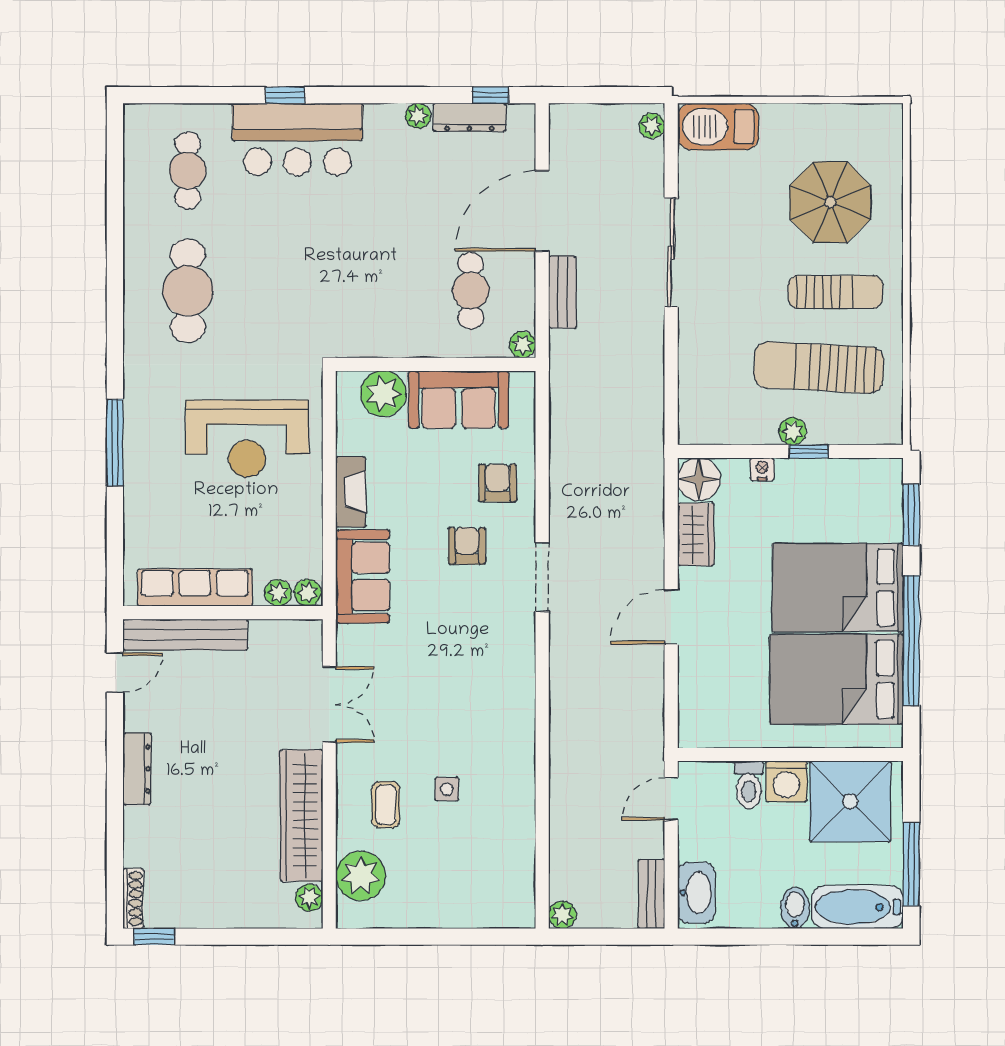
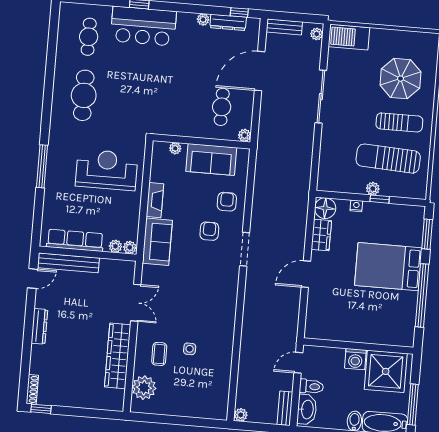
bench: (562, 292) -> (284, 27), moved, turned 90
plant: (383, 394) -> (175, 148), width x0.53, depth x0.53
reception desk: (247, 439) -> (107, 170), turned 180
bed: (837, 679) -> (384, 311), removed
toilet: (749, 785) -> (311, 386), moved, turned -90
plant: (309, 898) -> (118, 396), removed

